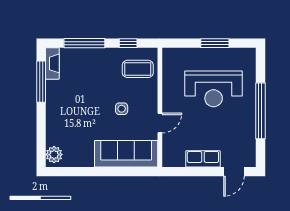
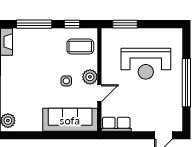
window: (215, 43) -> (125, 24), moved
plant: (149, 104) -> (90, 77), added
row of seats: (203, 159) -> (116, 124), moved

